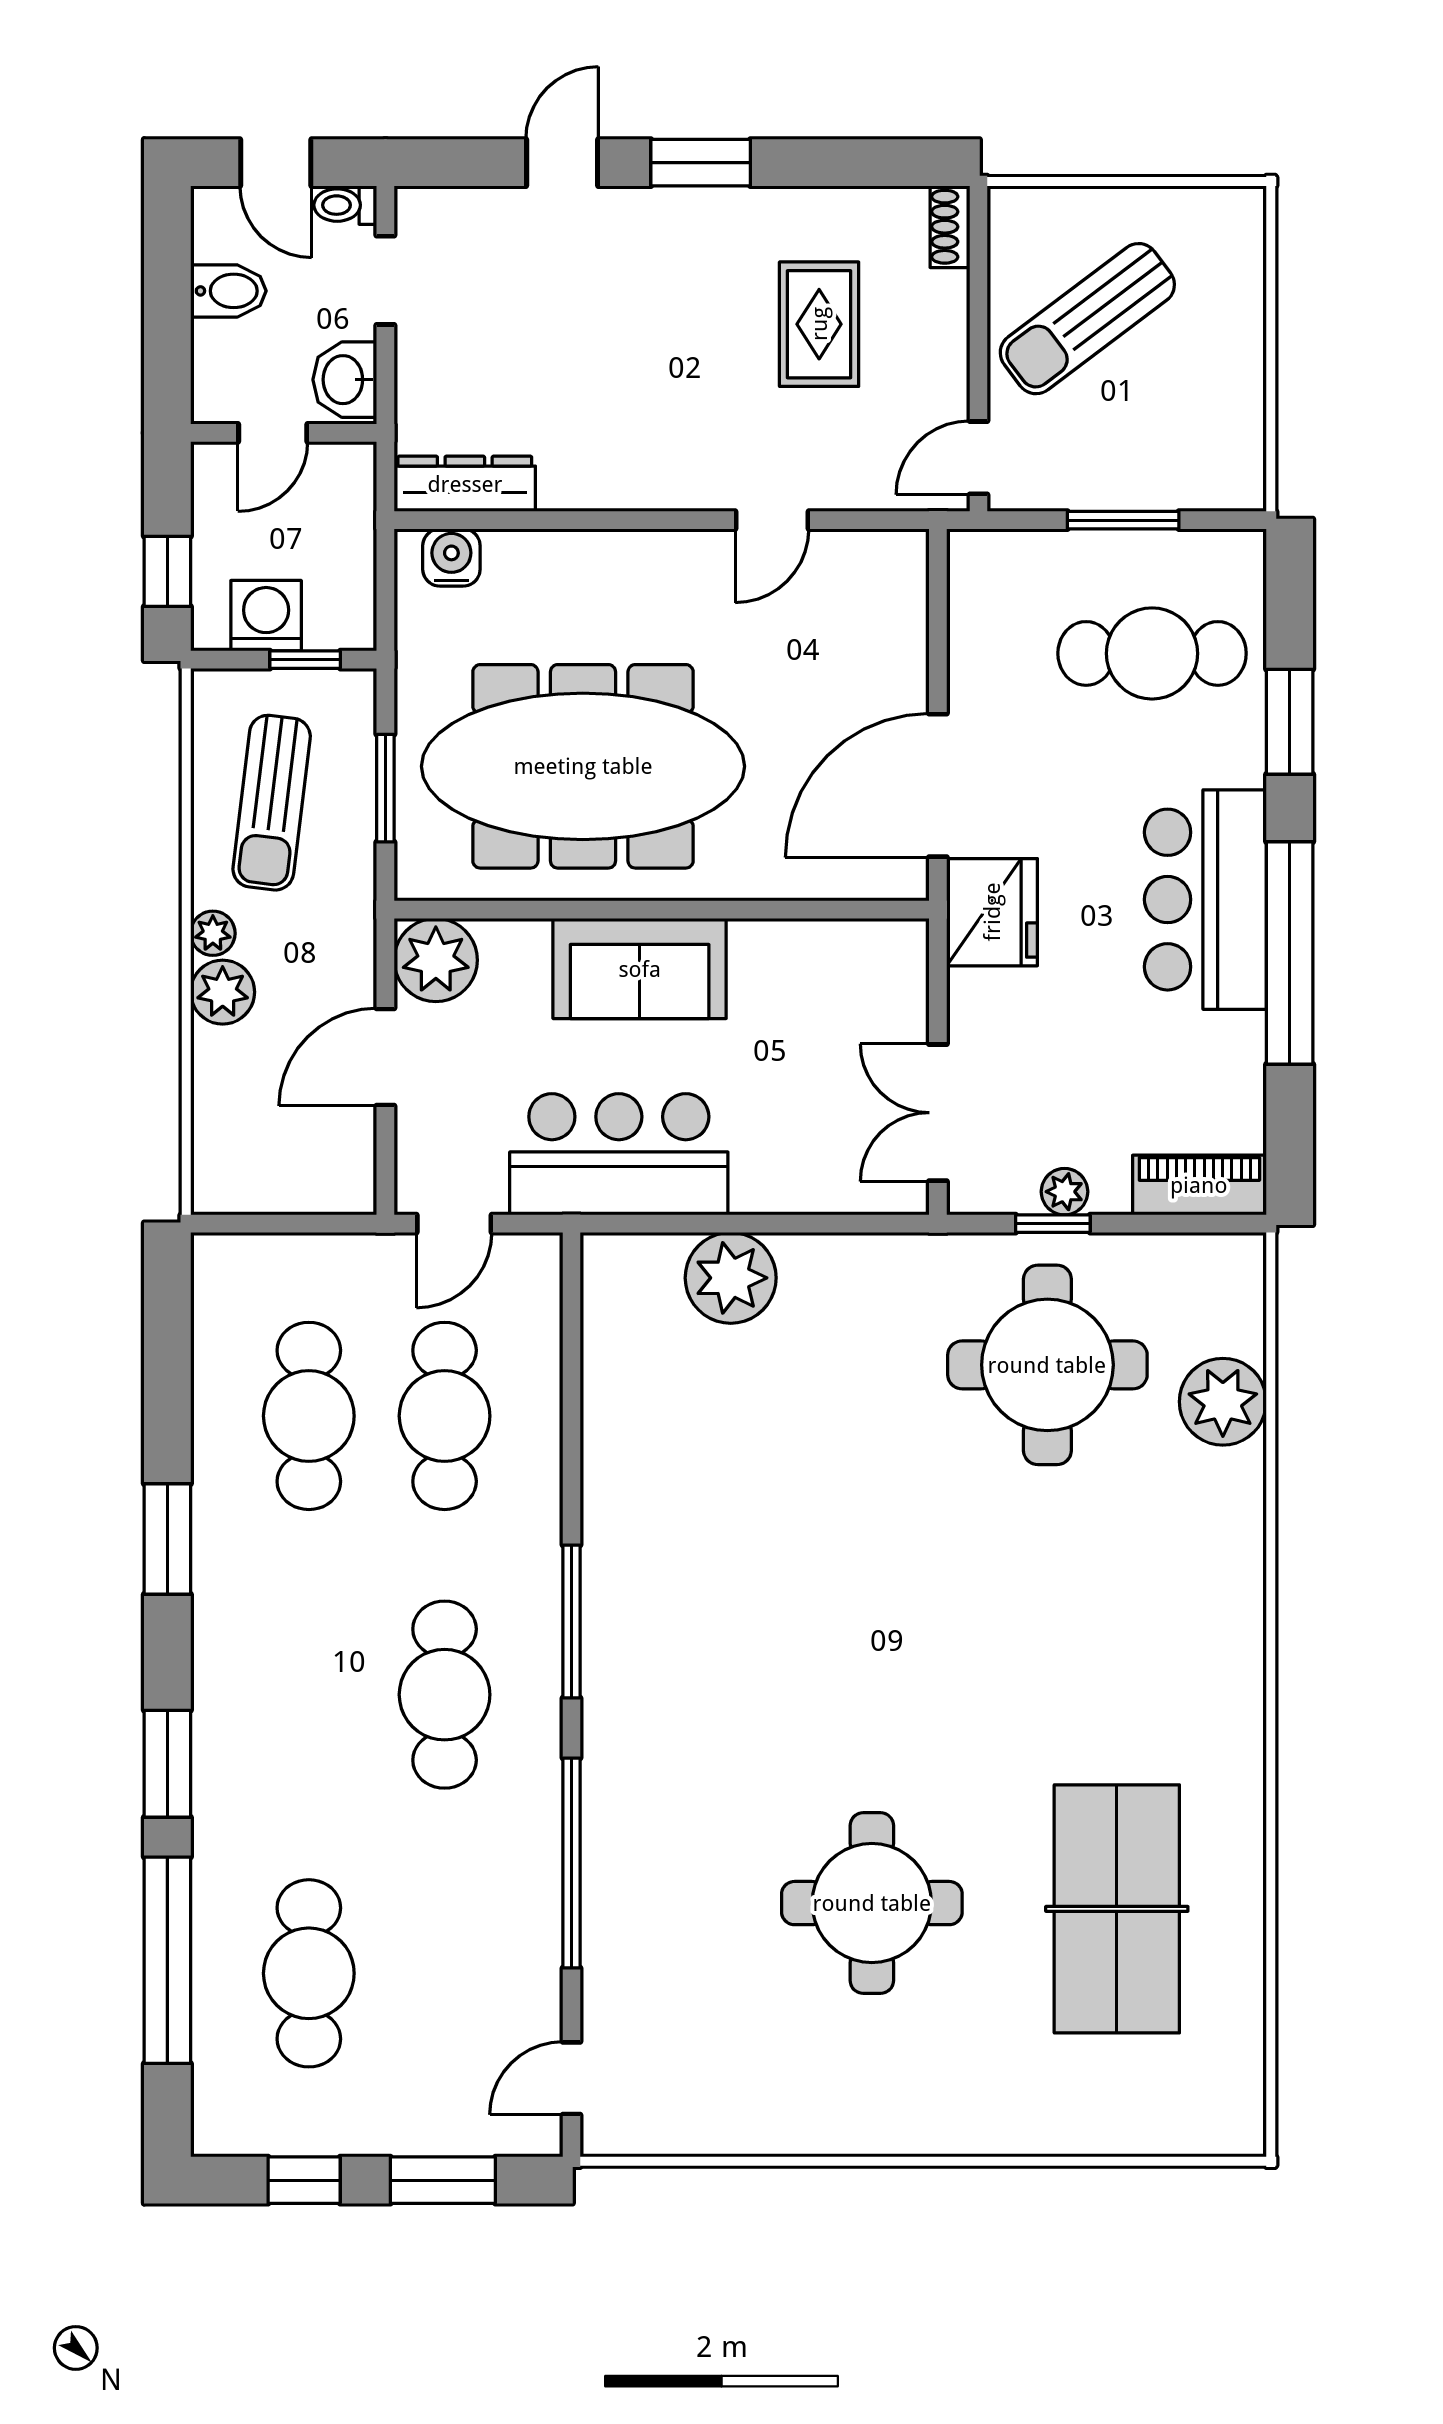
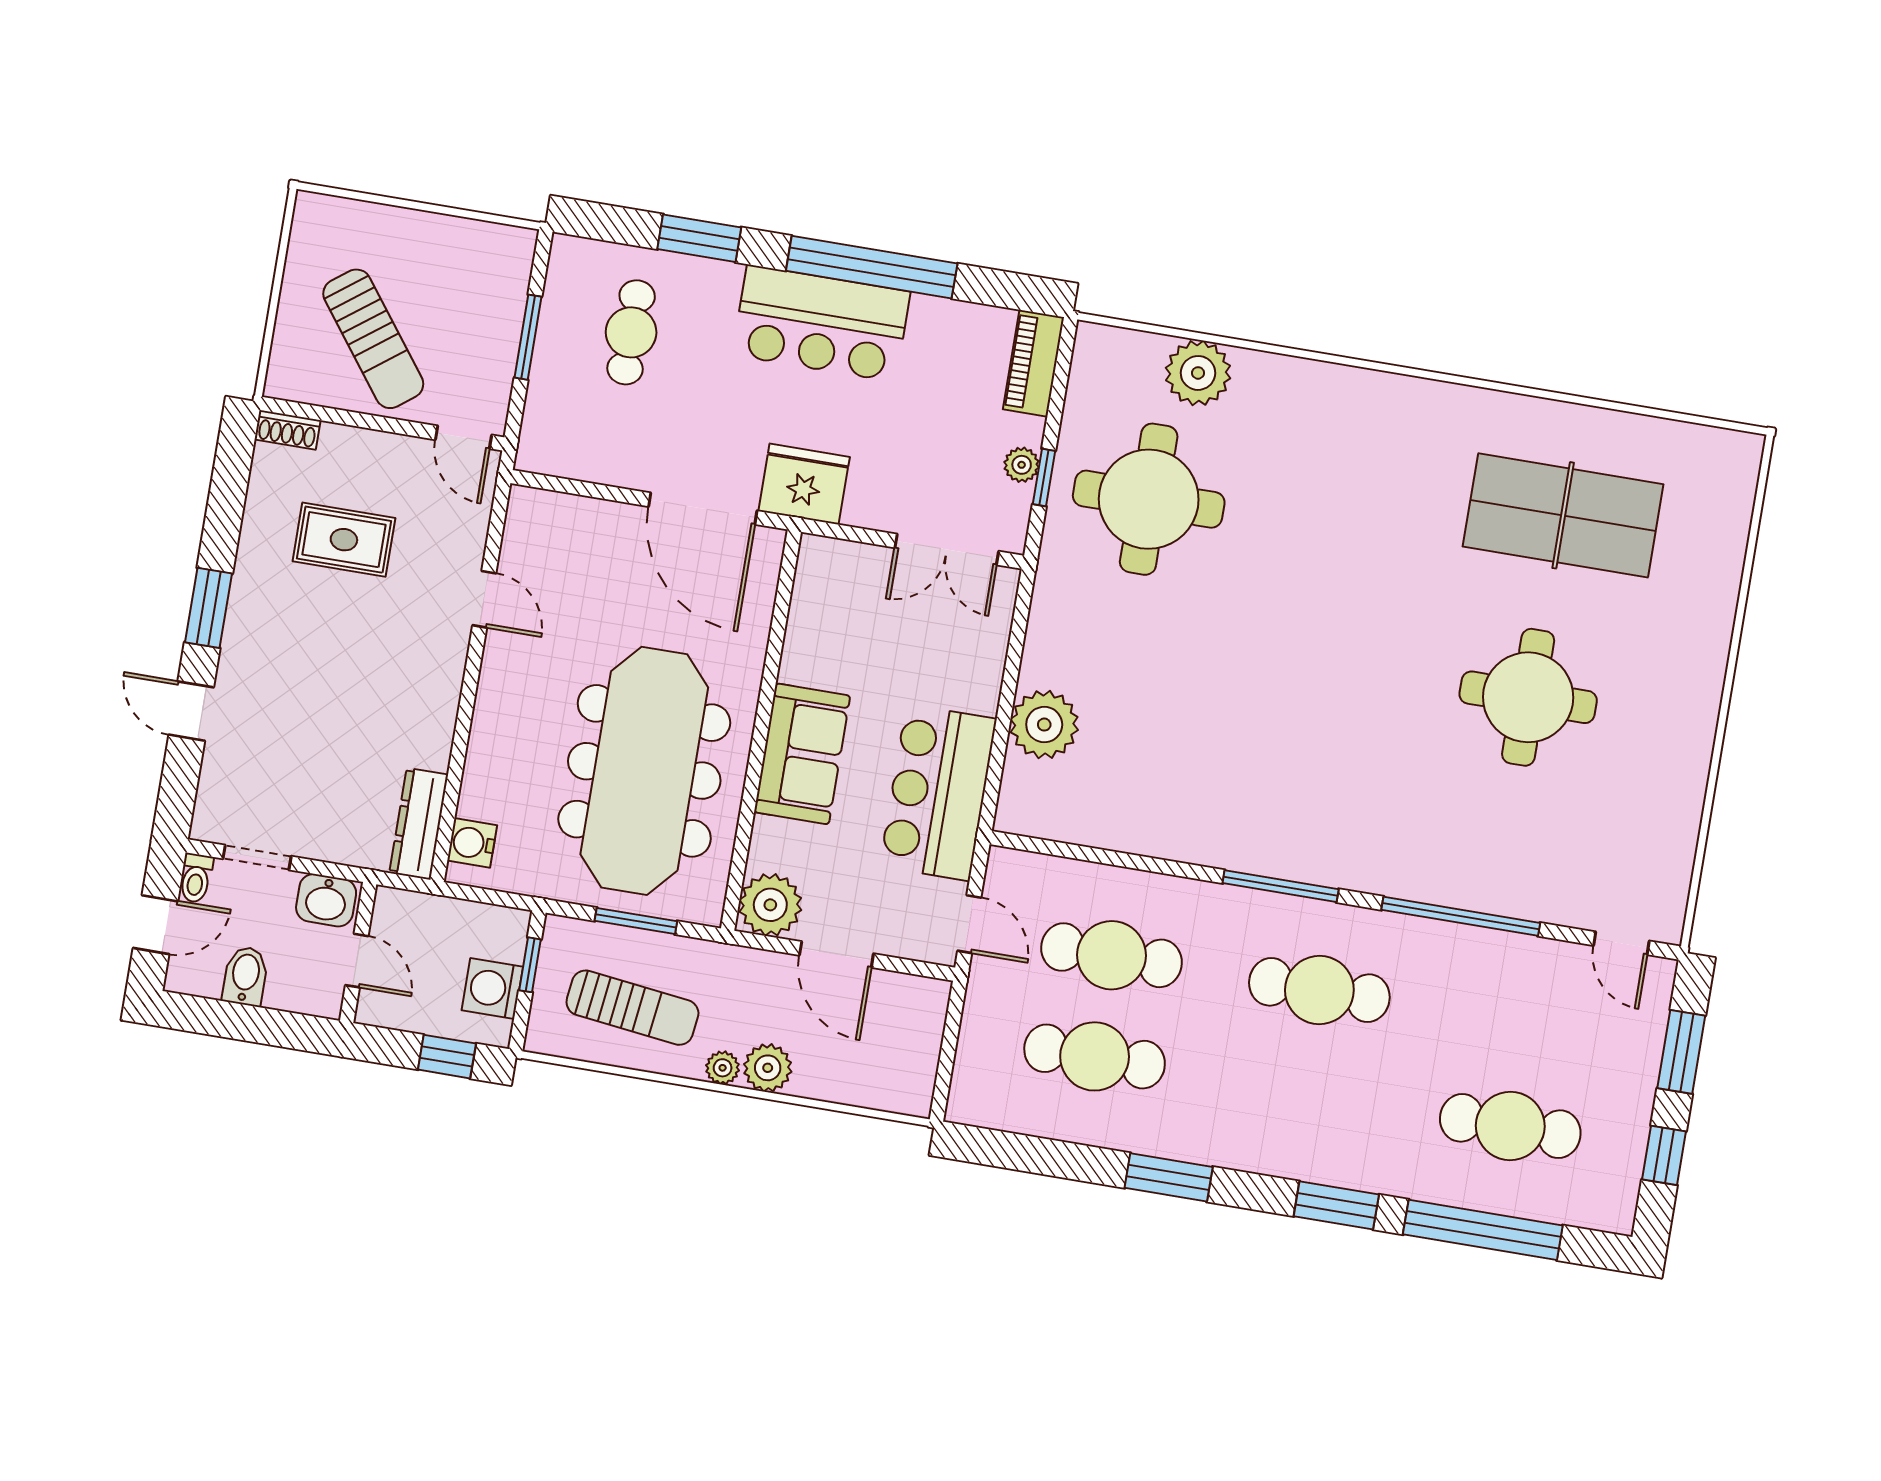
cafe table: (1152, 653) -> (631, 332), width x0.73, depth x0.74

